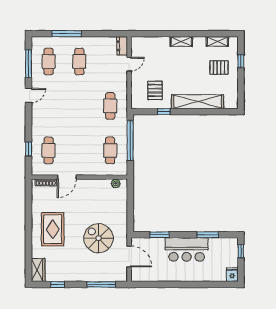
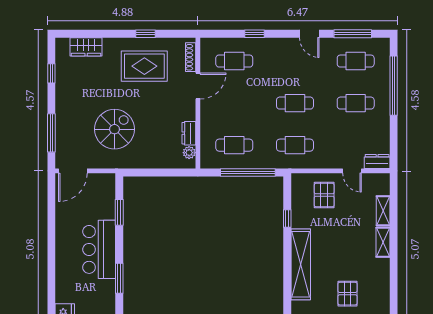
window: (67, 34) -> (394, 86), width x1.46
shelving: (217, 41) -> (383, 211), moved
pallet: (155, 90) -> (324, 195), moved, turned 90
cafe table: (79, 106) -> (295, 103), added
window: (29, 149) -> (254, 34), moved
door: (67, 177) -> (198, 86), swing flipped
dresser: (101, 184) -> (189, 133), added
window: (29, 216) -> (145, 34), added
rug: (53, 229) -> (144, 66), moved
door: (129, 256) -> (73, 171), moved
wardrobe: (38, 270) -> (86, 47), moved

